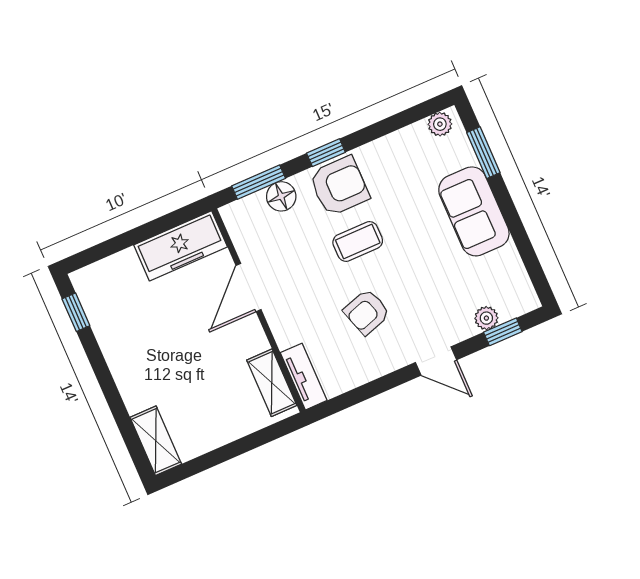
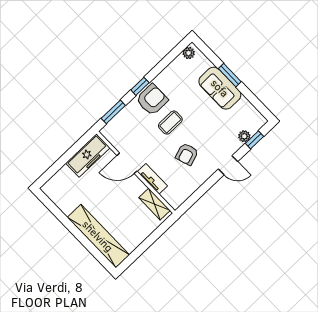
window: (483, 153) -> (230, 75), moved
floor lamp: (281, 196) -> (126, 115), removed
door: (249, 287) -> (127, 163), hinge flipped
window: (76, 312) -> (50, 205), removed
tv unit: (304, 377) -> (152, 179), moved
shelving: (156, 441) -> (98, 236), width x2.20, depth x1.33

